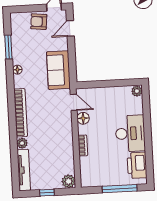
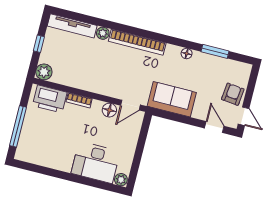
desk: (130, 133) -> (96, 162), moved
printer: (137, 165) -> (50, 99), moved, turned 180

